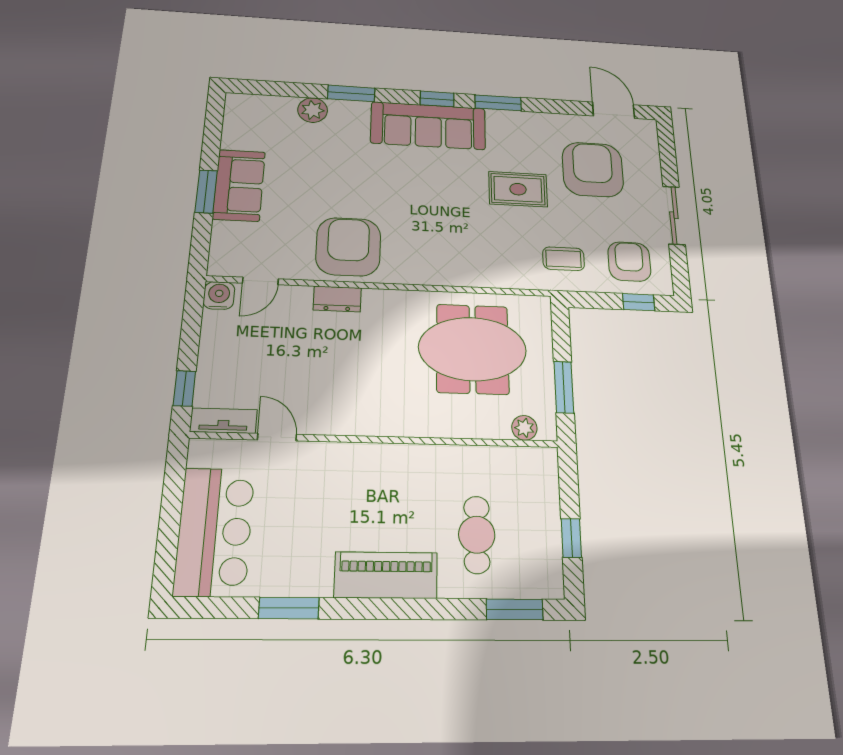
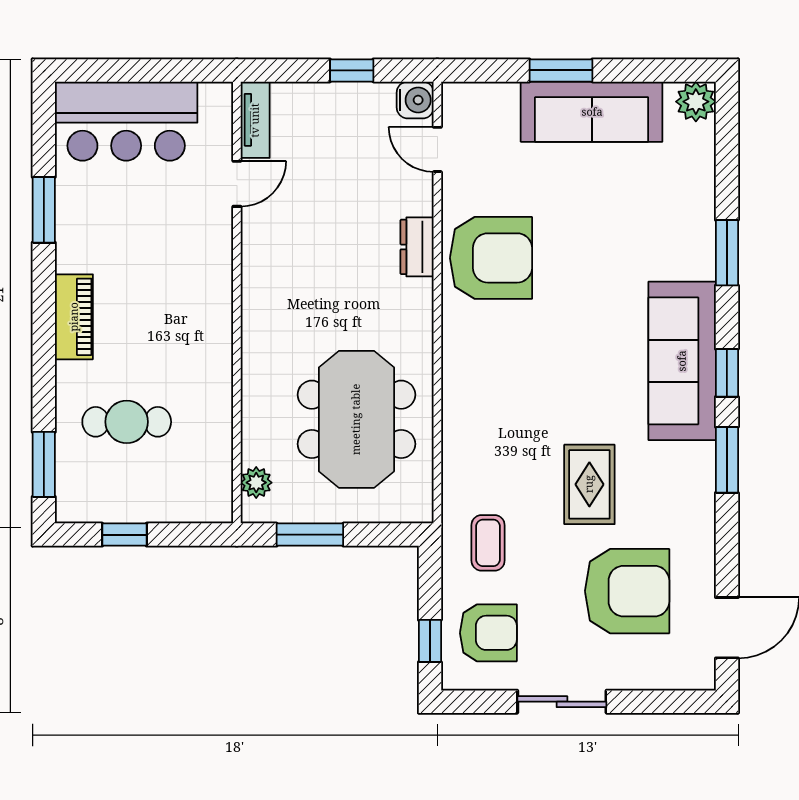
plant: (313, 110) -> (696, 102), moved
sofa: (239, 185) -> (592, 112), width x1.36
window: (184, 388) -> (352, 70), moved
piano: (386, 575) -> (74, 317), width x0.73, depth x0.75

